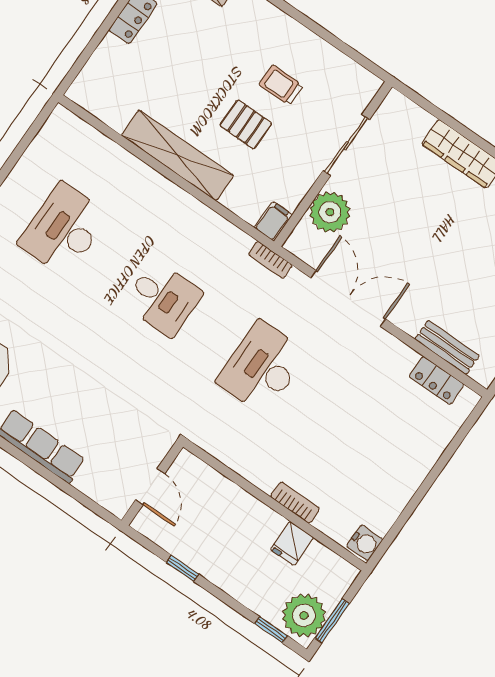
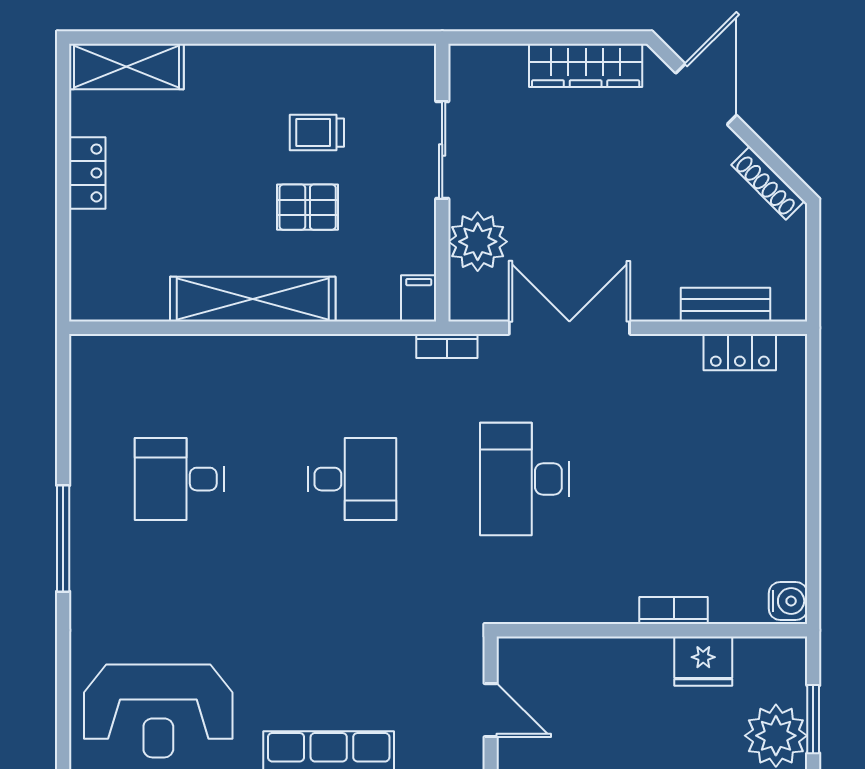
desk: (63, 229) -> (179, 479), width x0.73
fridge: (292, 543) -> (703, 661), width x1.38

